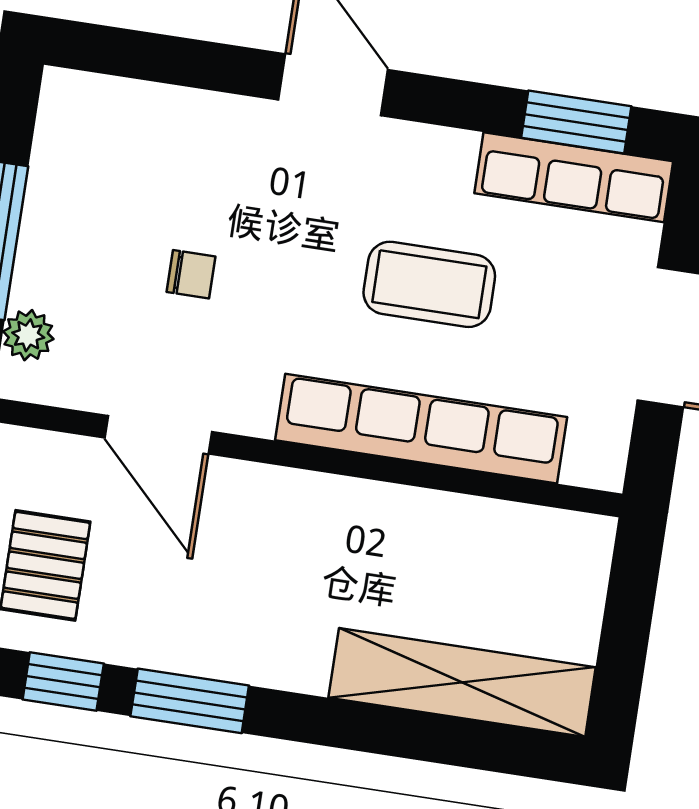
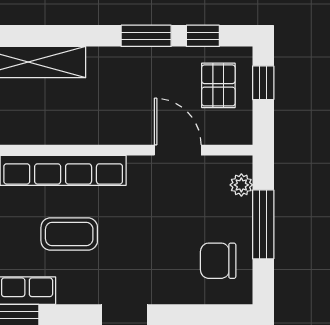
chair: (191, 274) -> (218, 261), moved, width x1.87, depth x1.87

